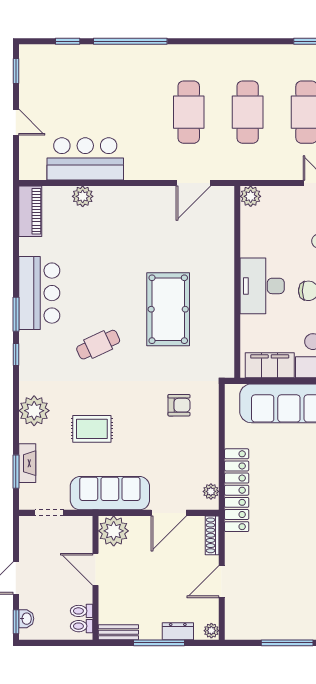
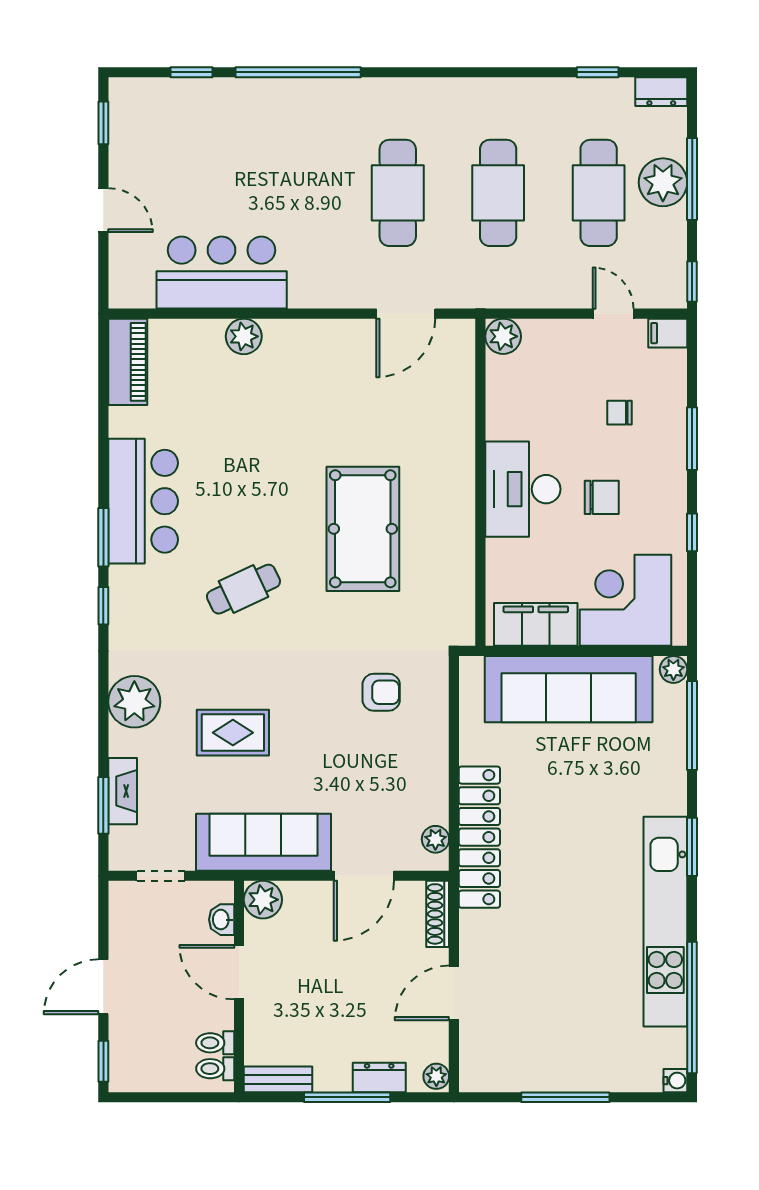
plant: (83, 196) -> (244, 336), moved
plant: (114, 531) -> (263, 900), width x0.73, depth x0.73
washbasin: (26, 619) -> (222, 920), moved, turned 180

